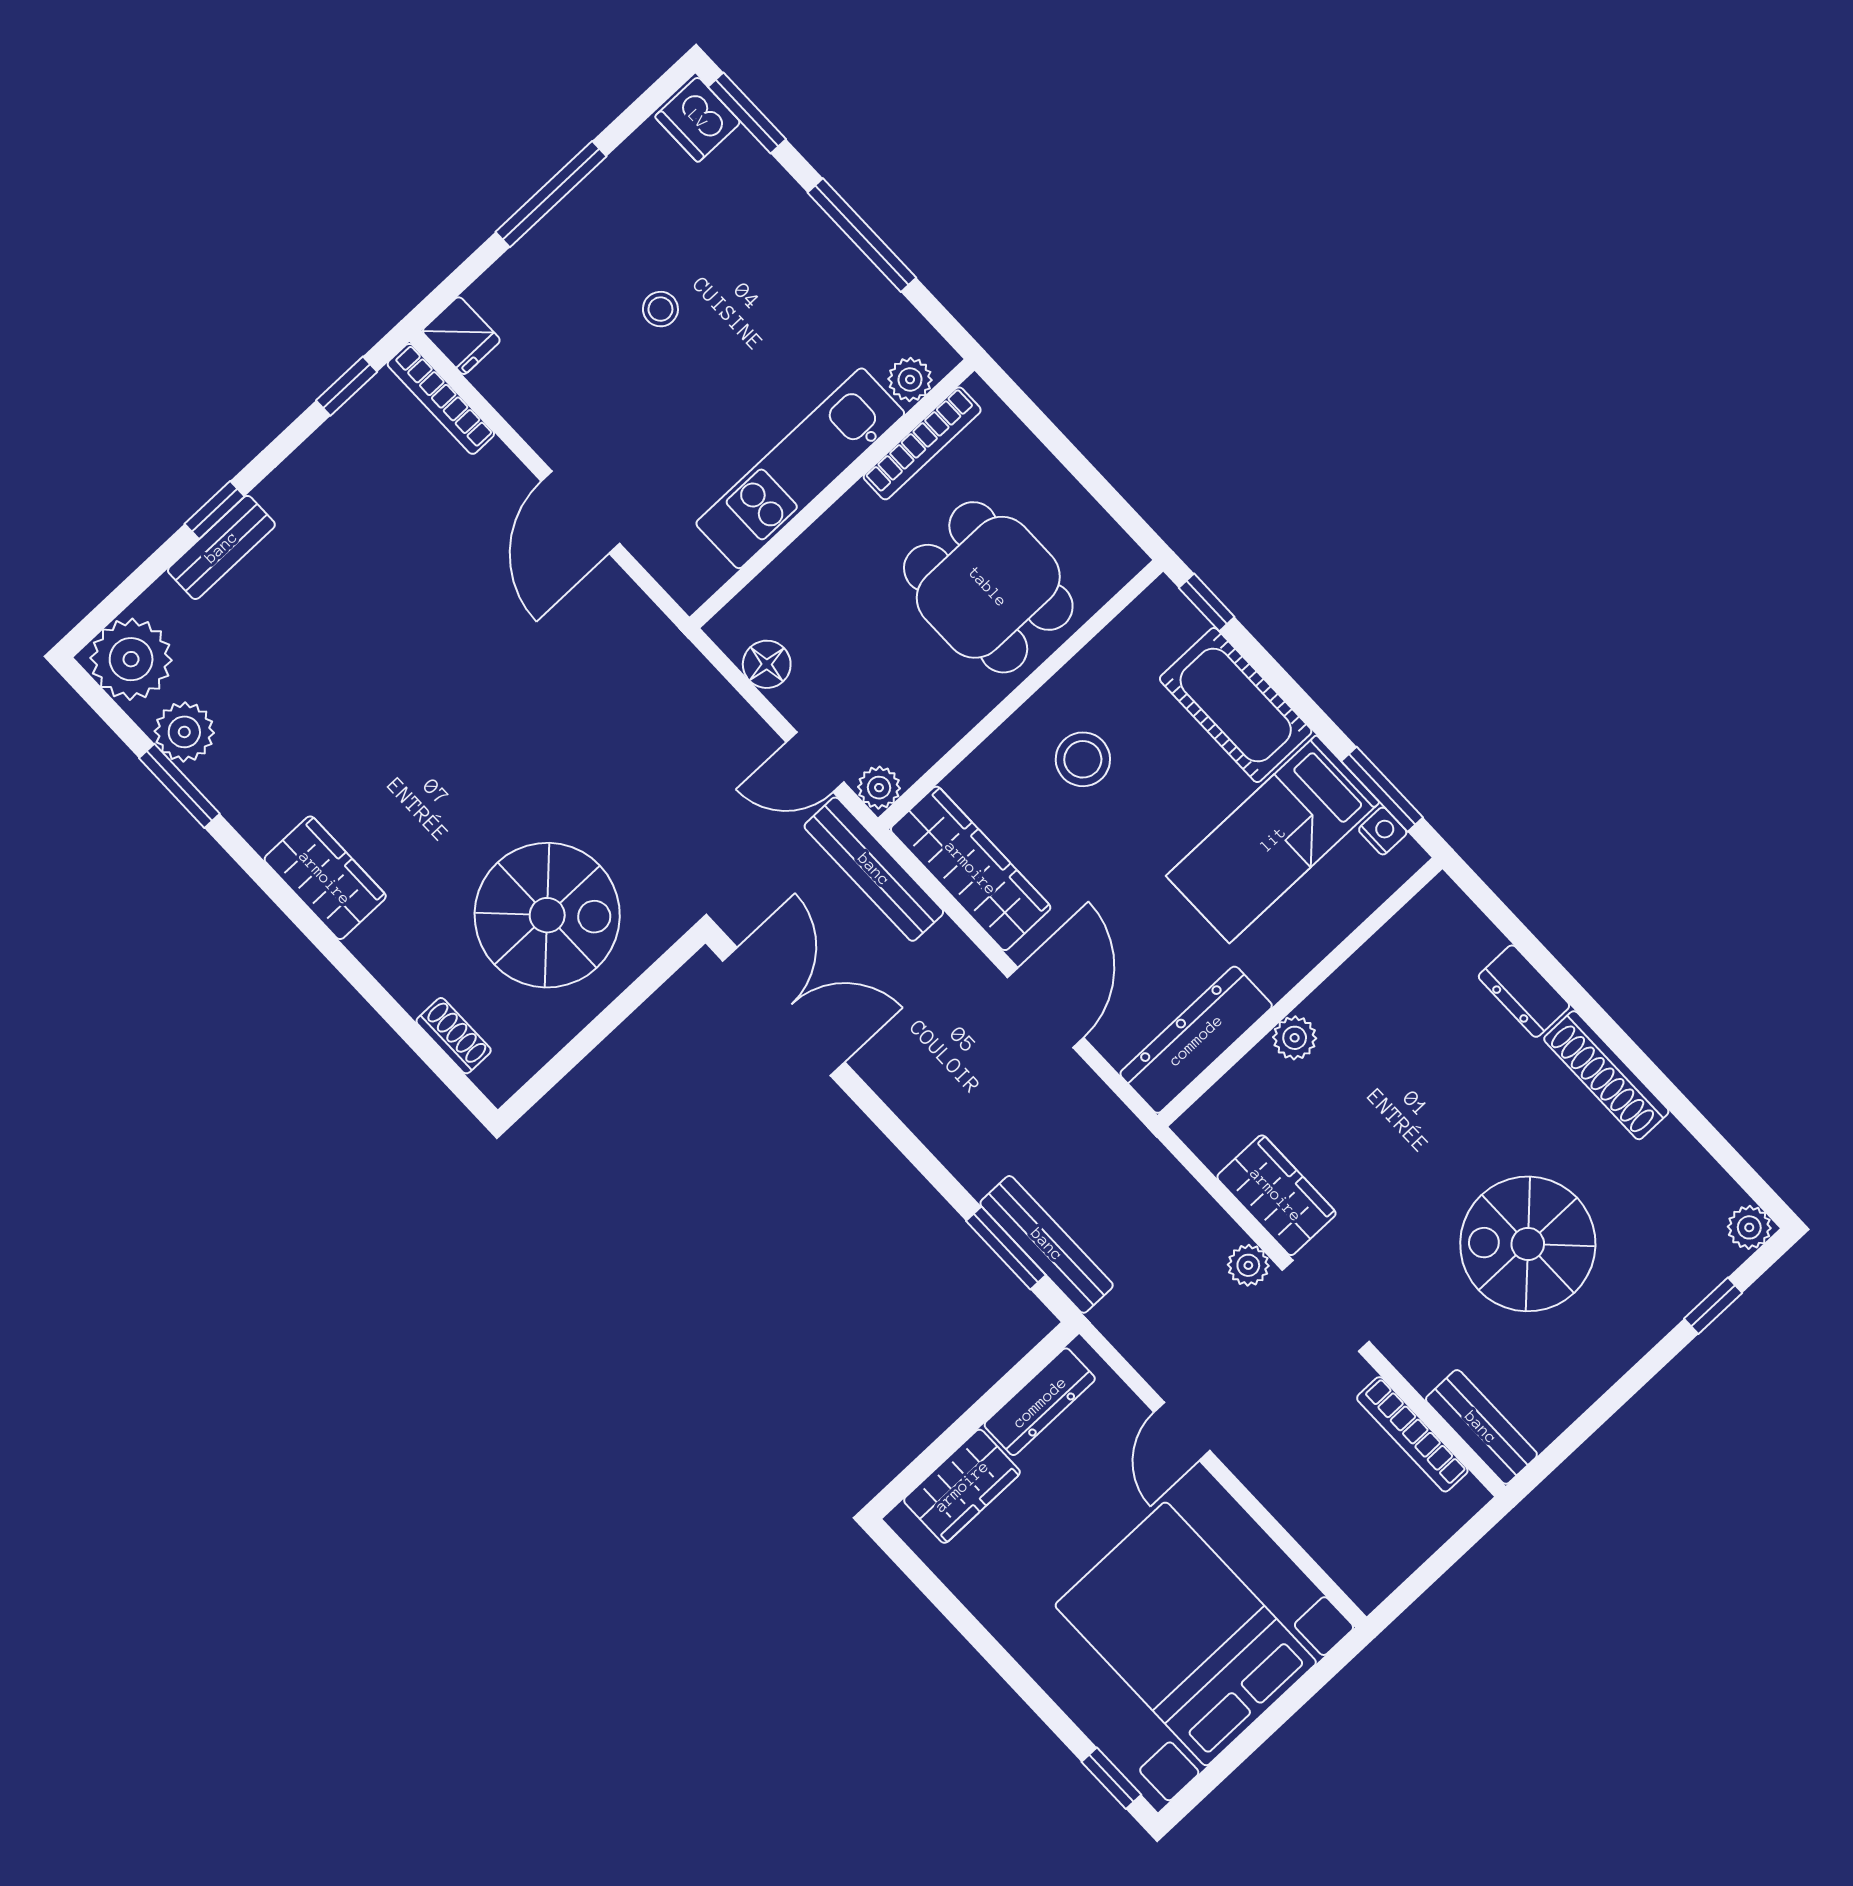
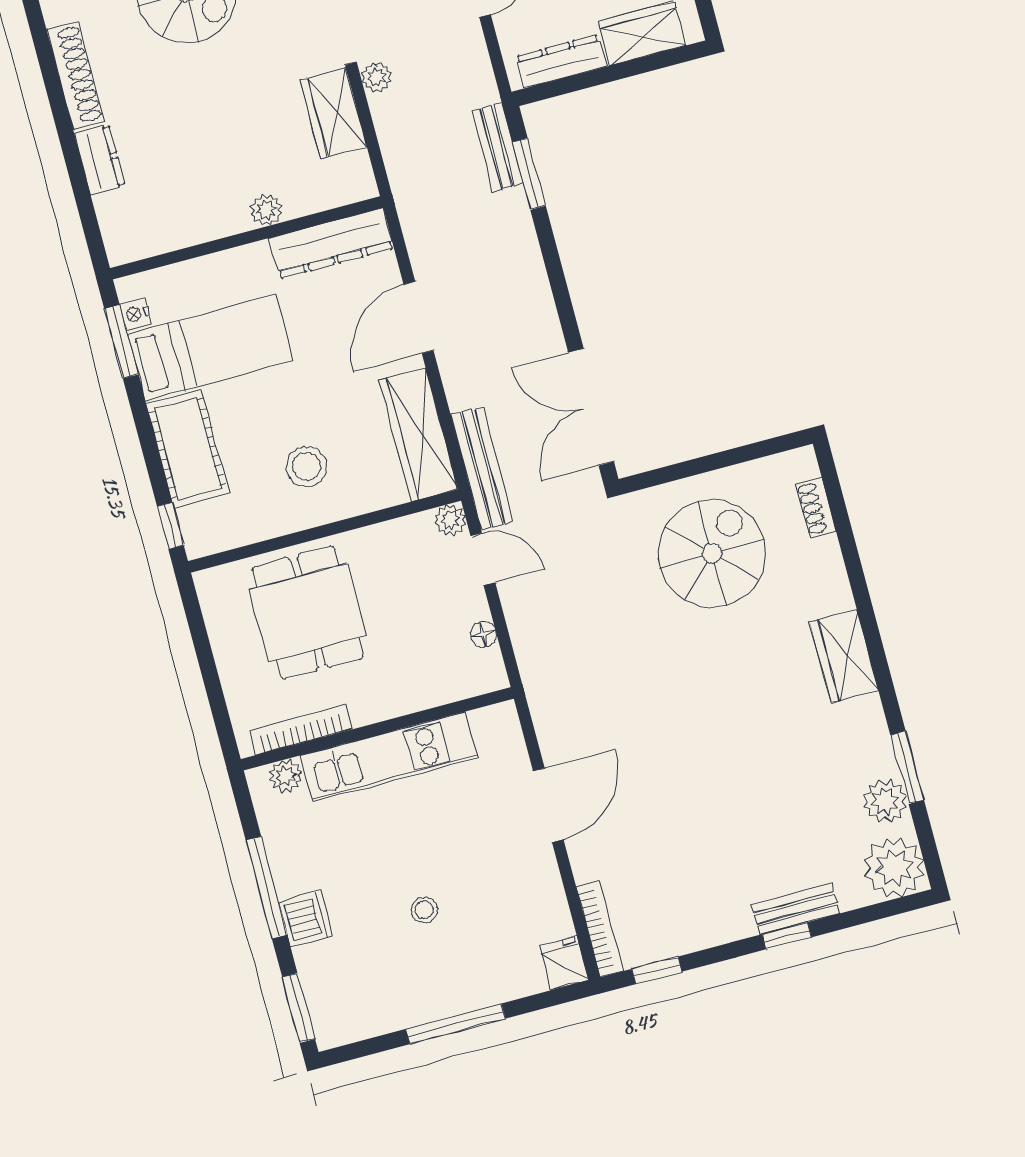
dishwasher: (698, 119) -> (306, 919), moved
floor lamp: (767, 664) -> (483, 634), width x0.73, depth x0.73
spiral stairs: (547, 915) -> (712, 553), turned 90
bench: (1047, 1244) -> (497, 147), width x0.73

